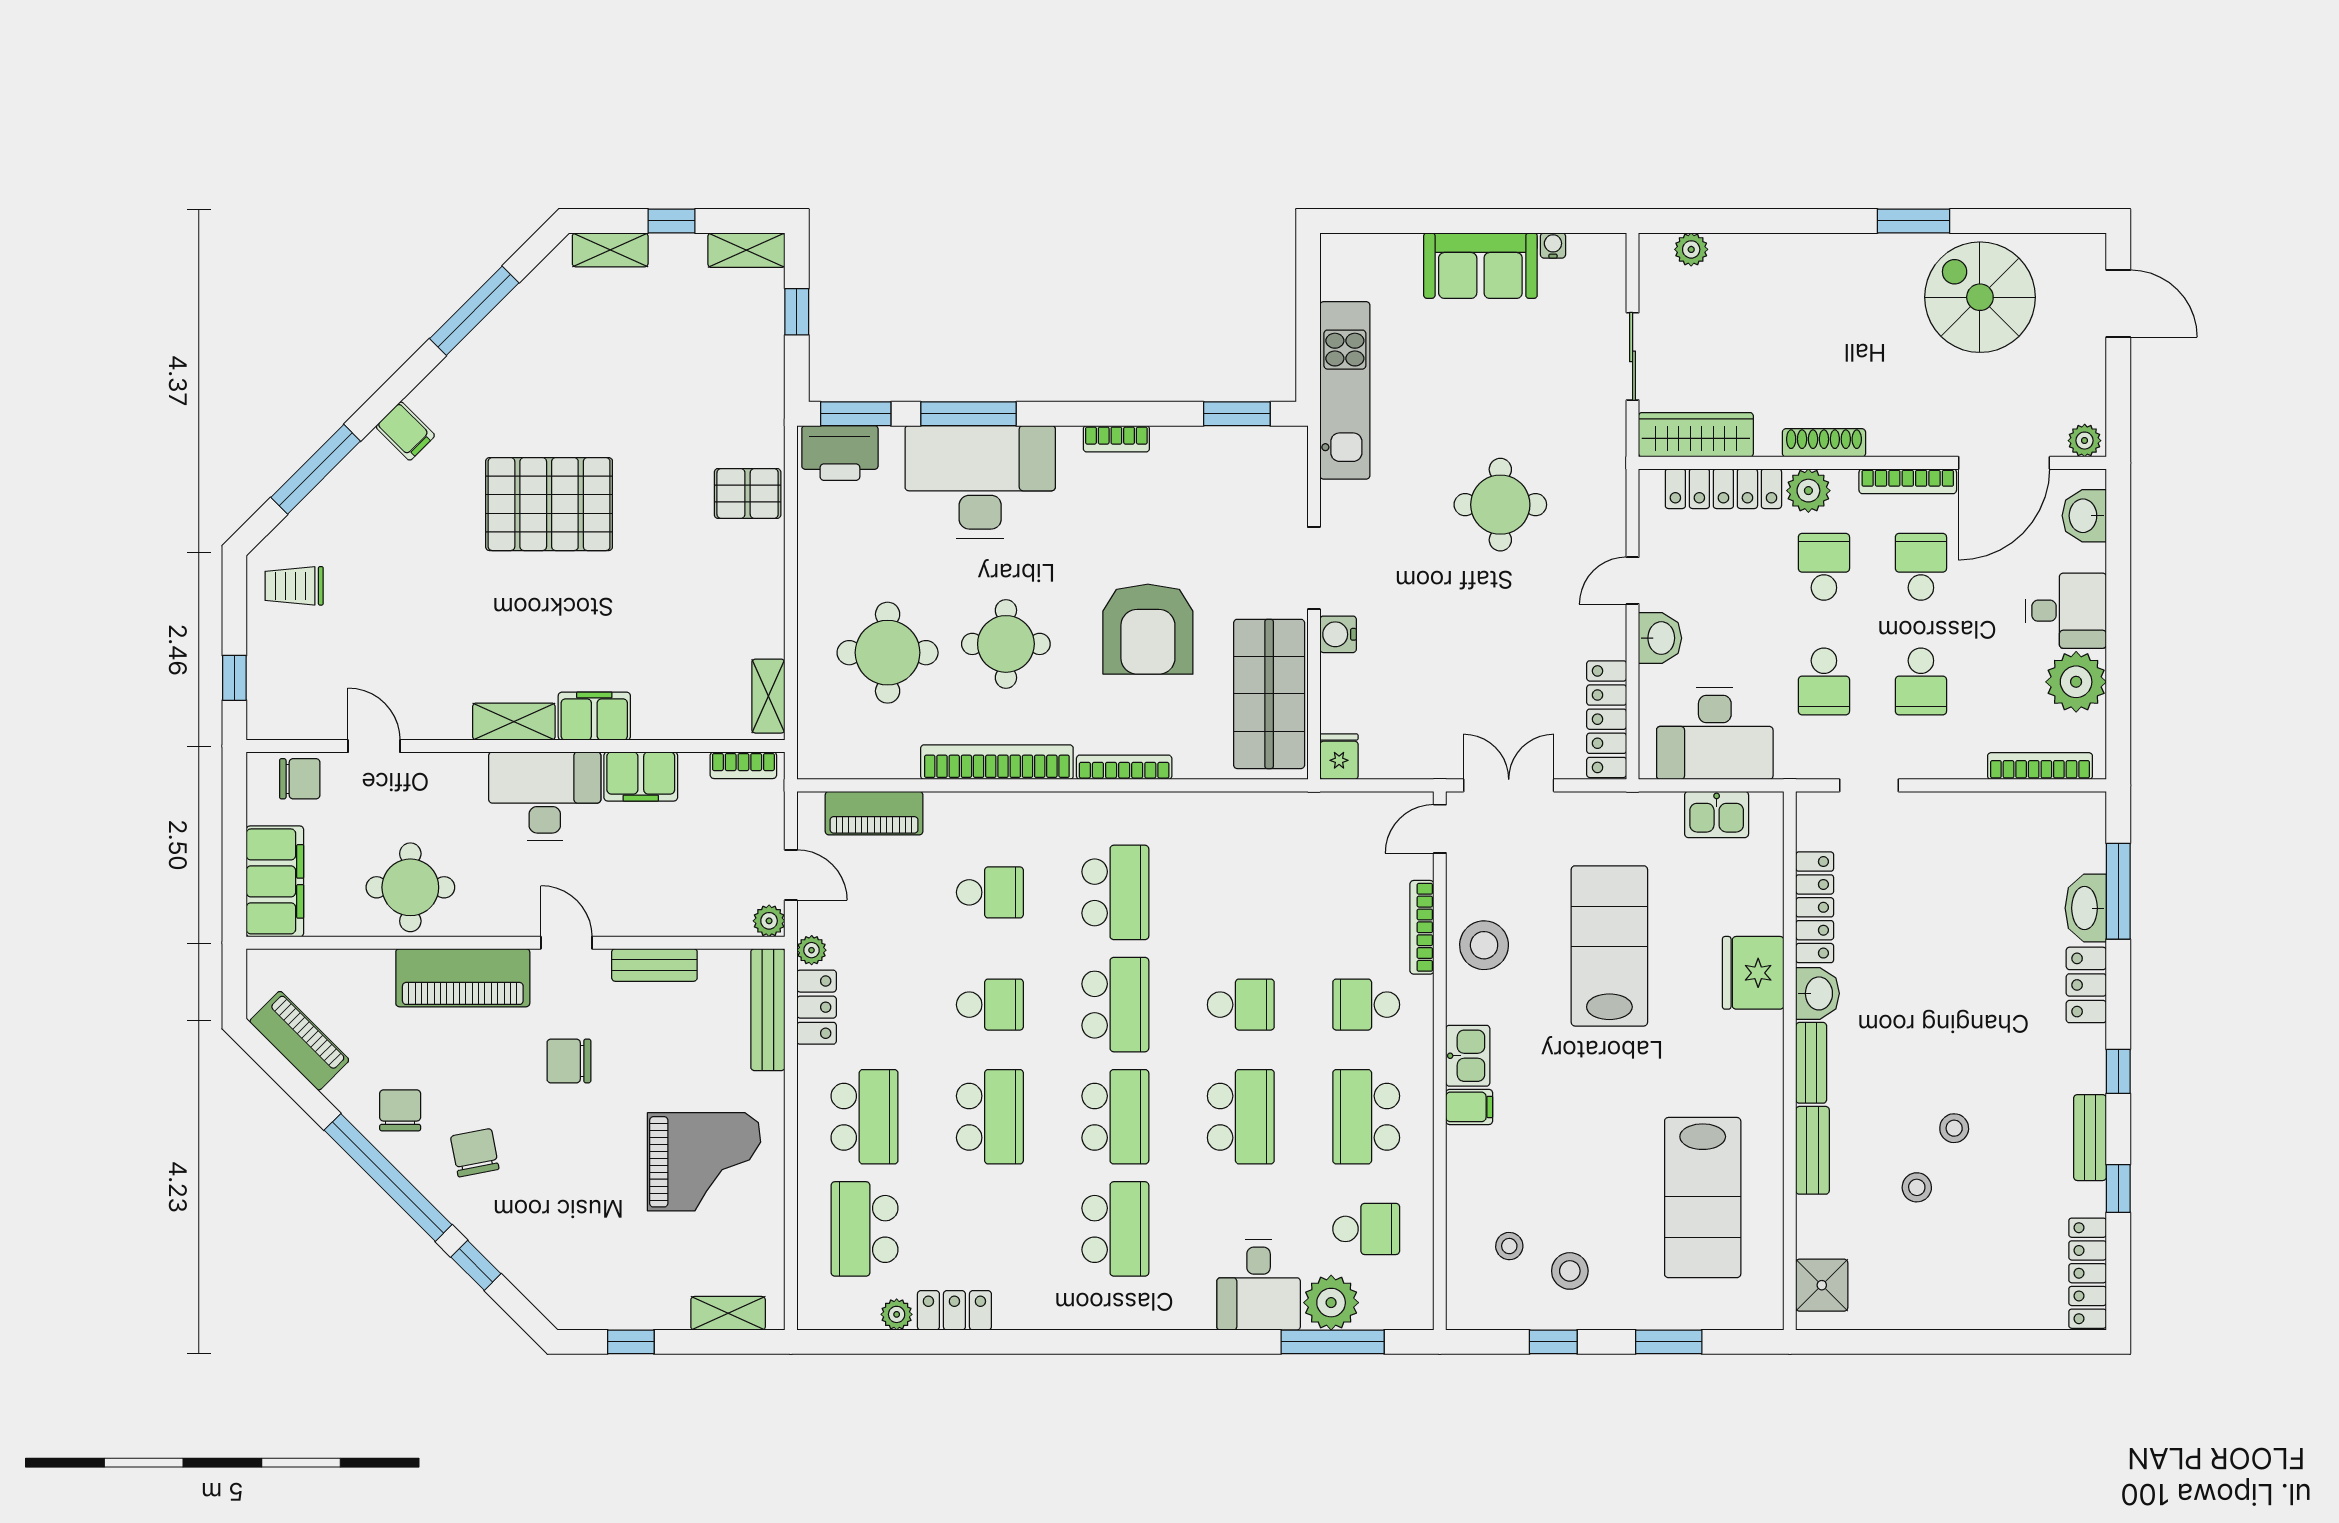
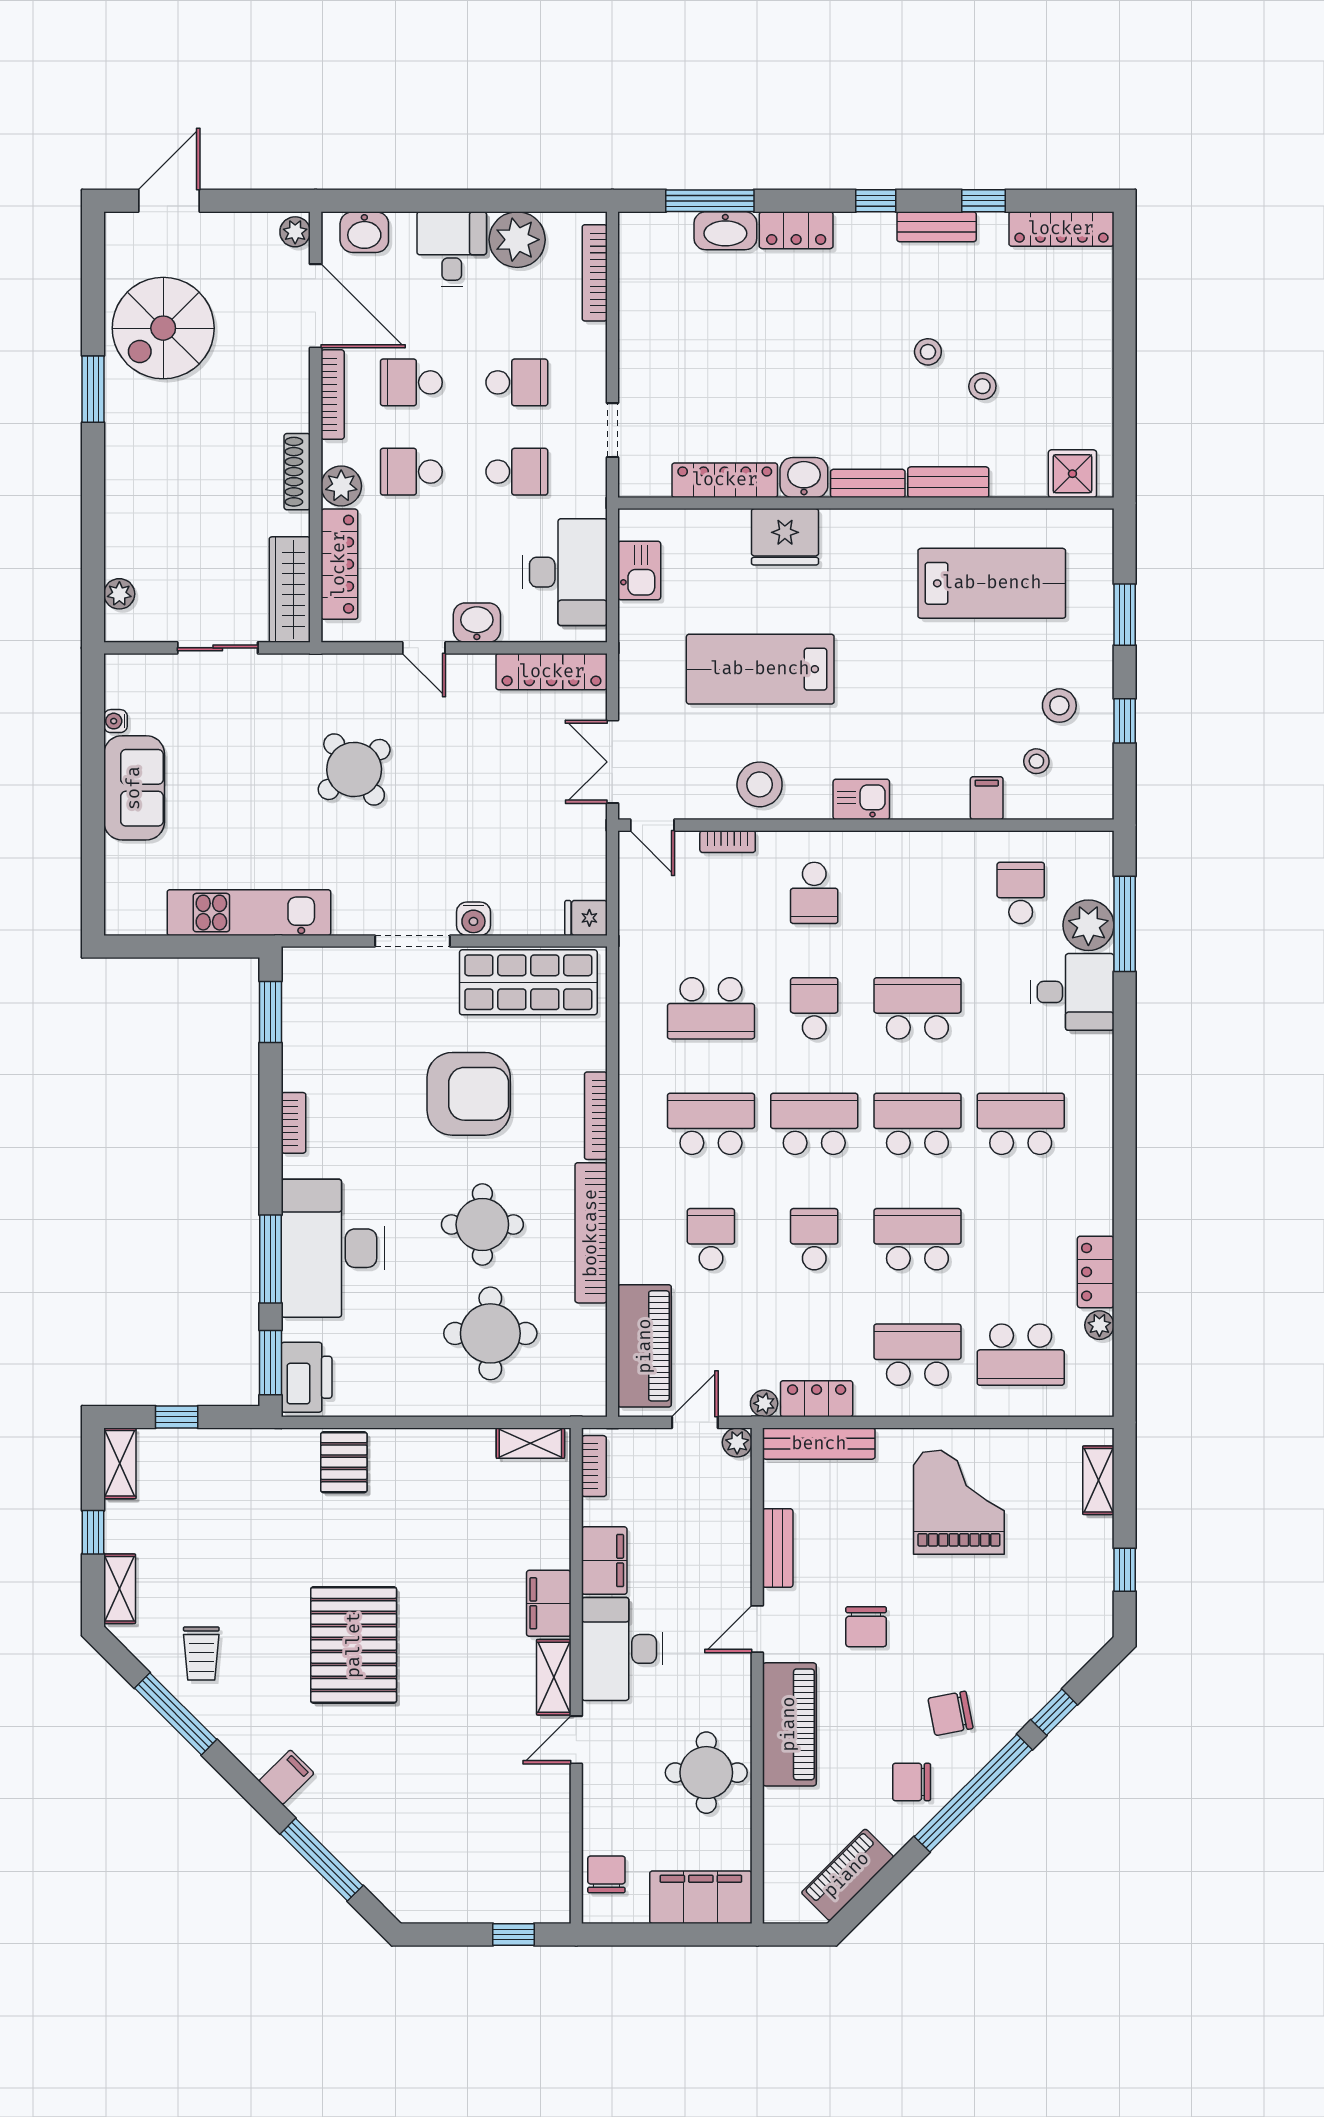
round table: (1500, 505) -> (354, 769), turned -38
trolley: (294, 586) -> (201, 1654), moved
door: (374, 746) -> (576, 1740), moved
piano: (874, 813) -> (645, 1346), width x1.37, depth x1.33
bookcase: (1422, 927) -> (728, 842), width x0.64
filing cabinet: (1469, 1107) -> (987, 798), moved
school desk: (1366, 1117) -> (711, 1008), moved

